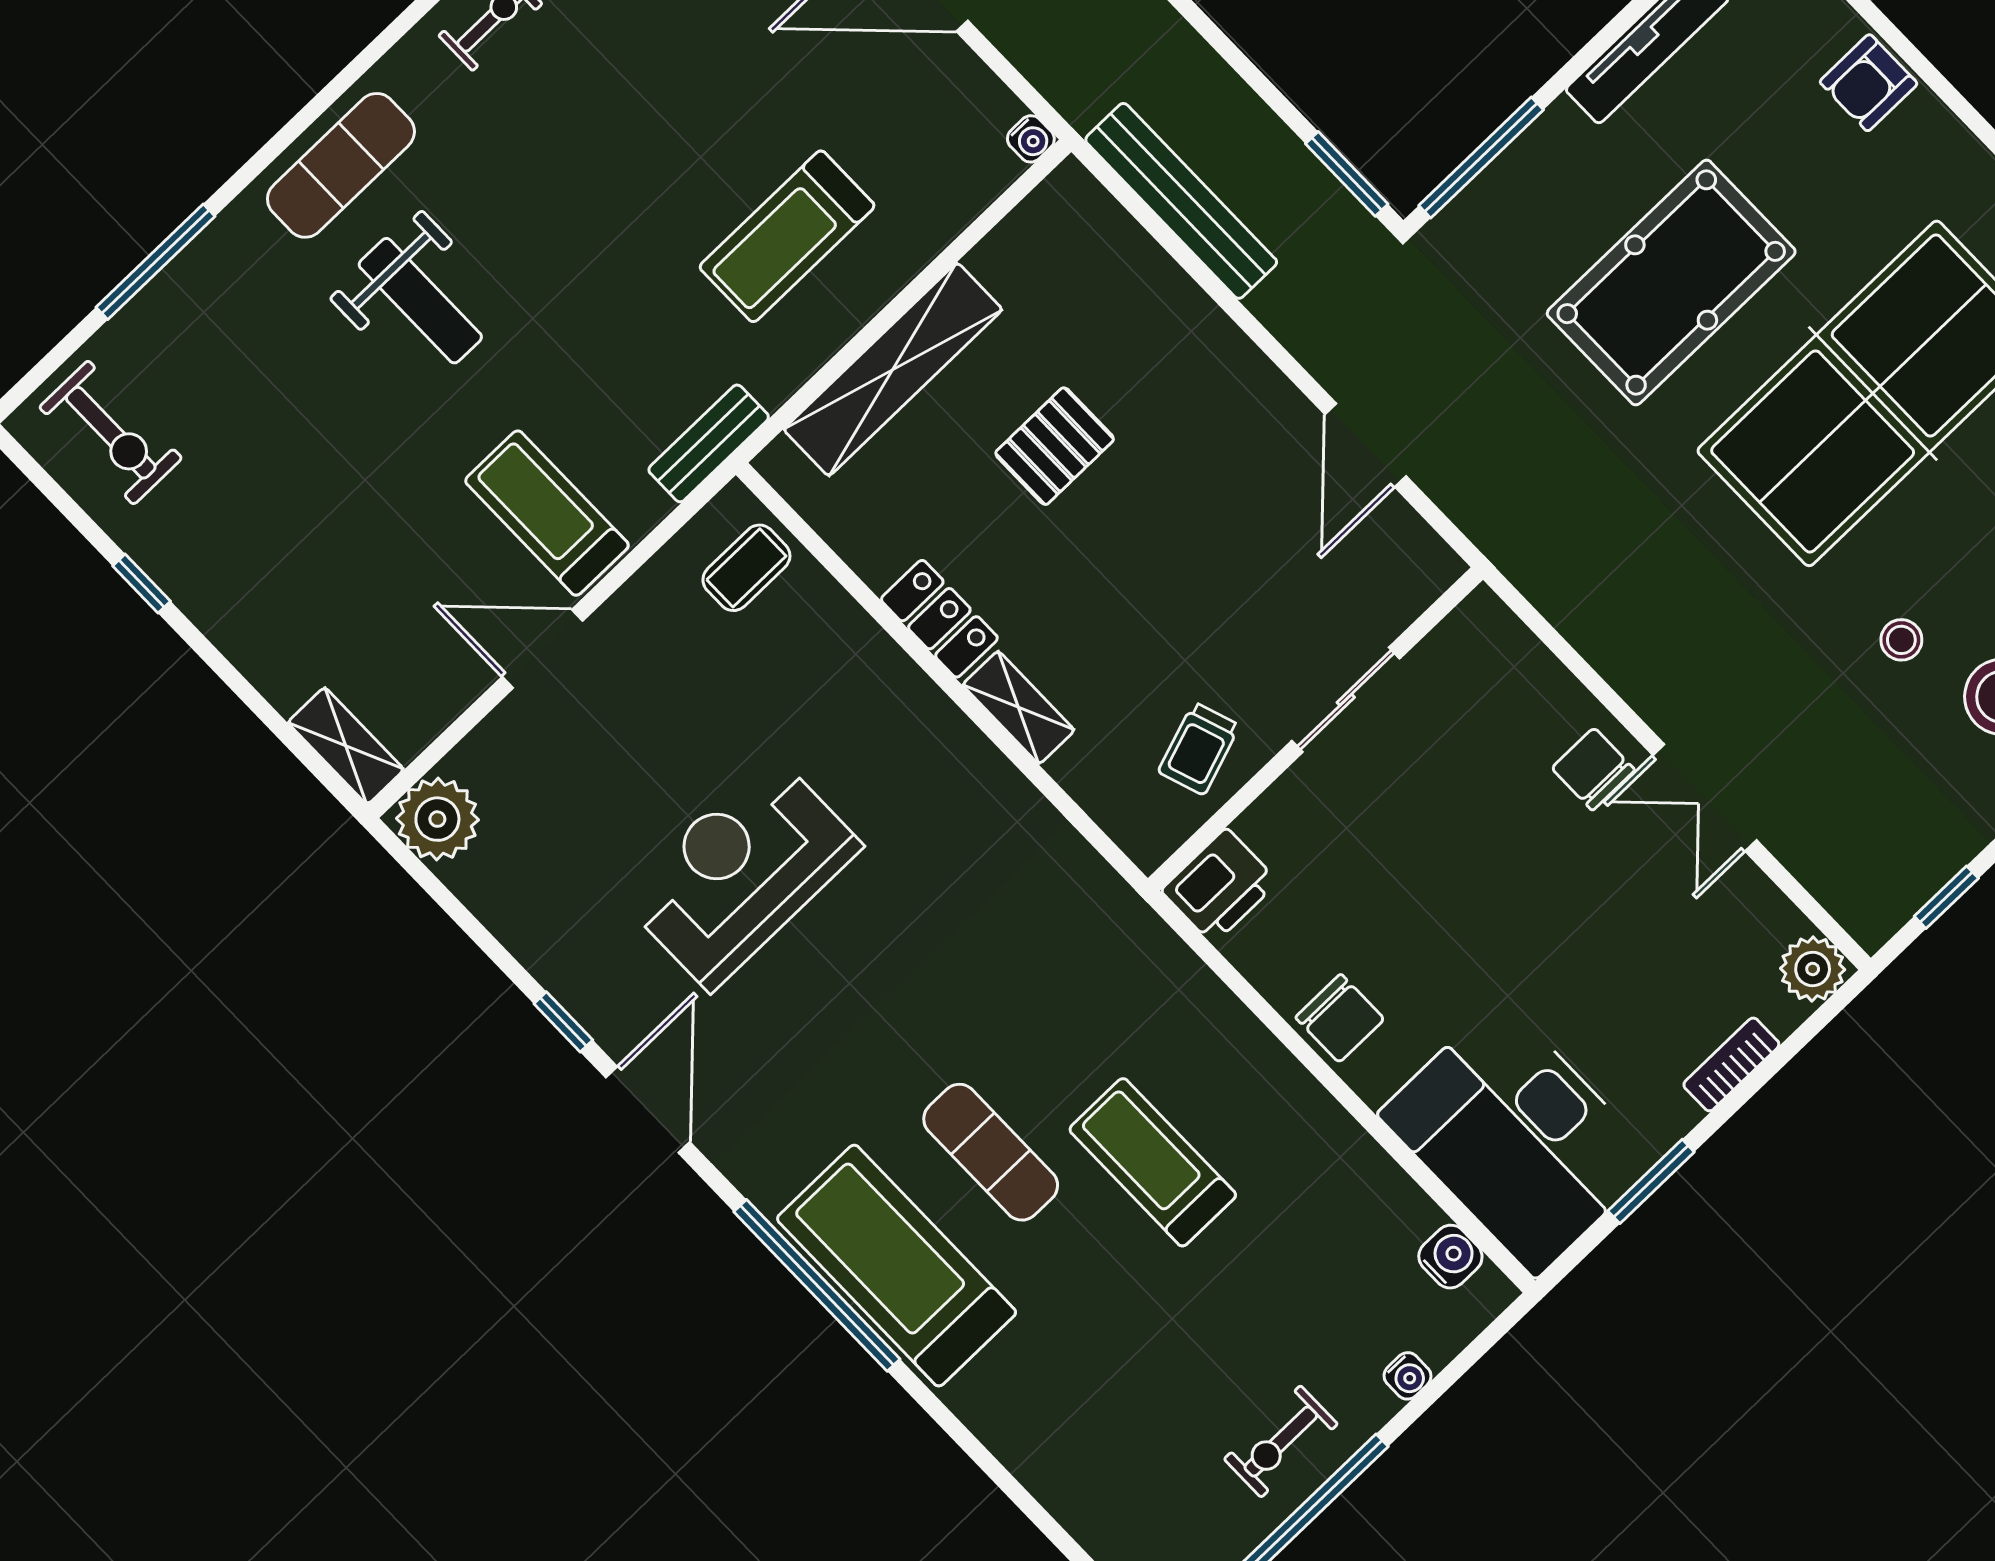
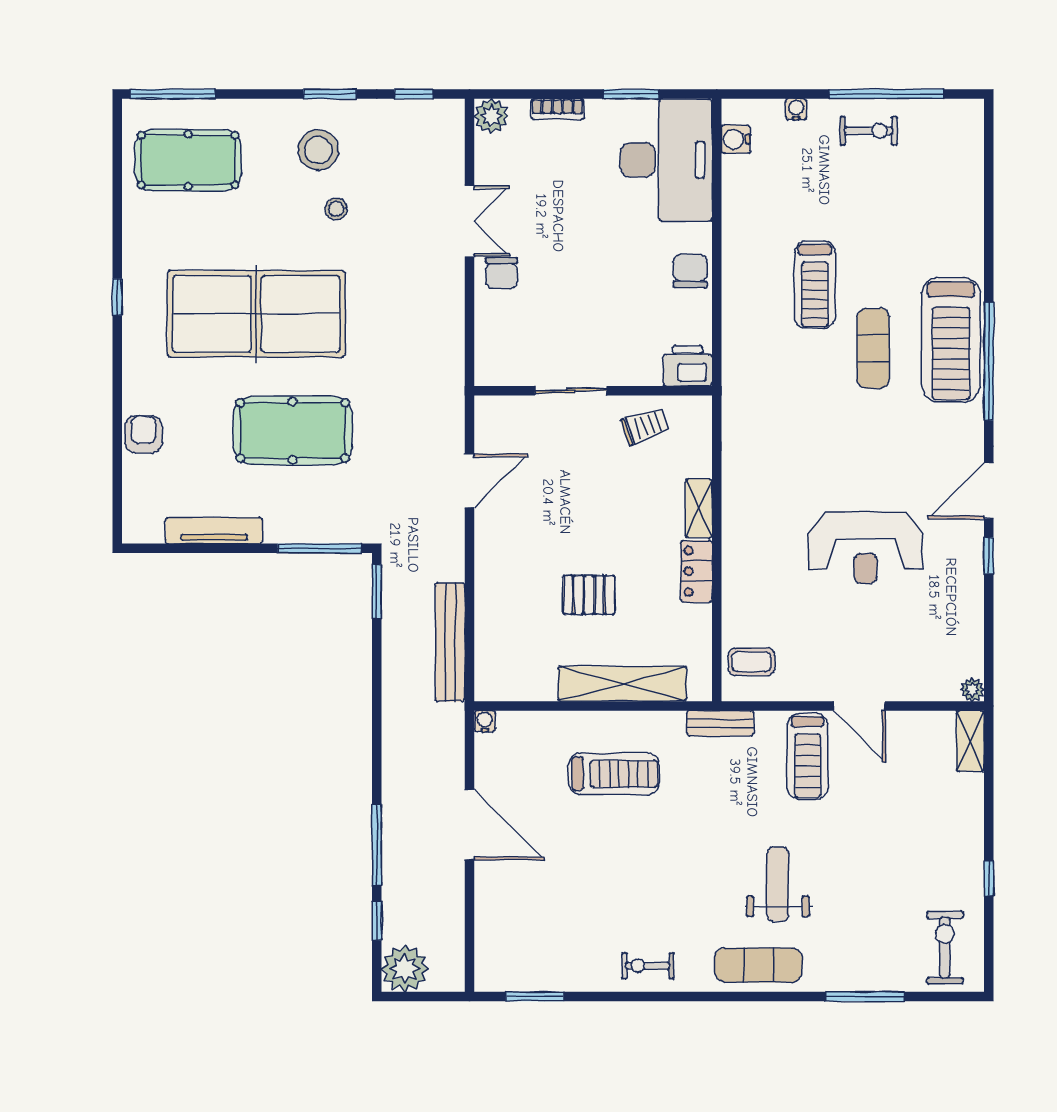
armchair: (1869, 83) -> (144, 434), turned -90
plant: (437, 819) -> (972, 690), width x0.53, depth x0.53

